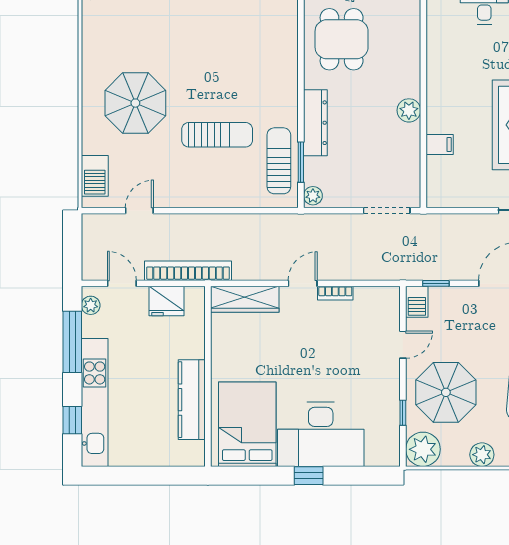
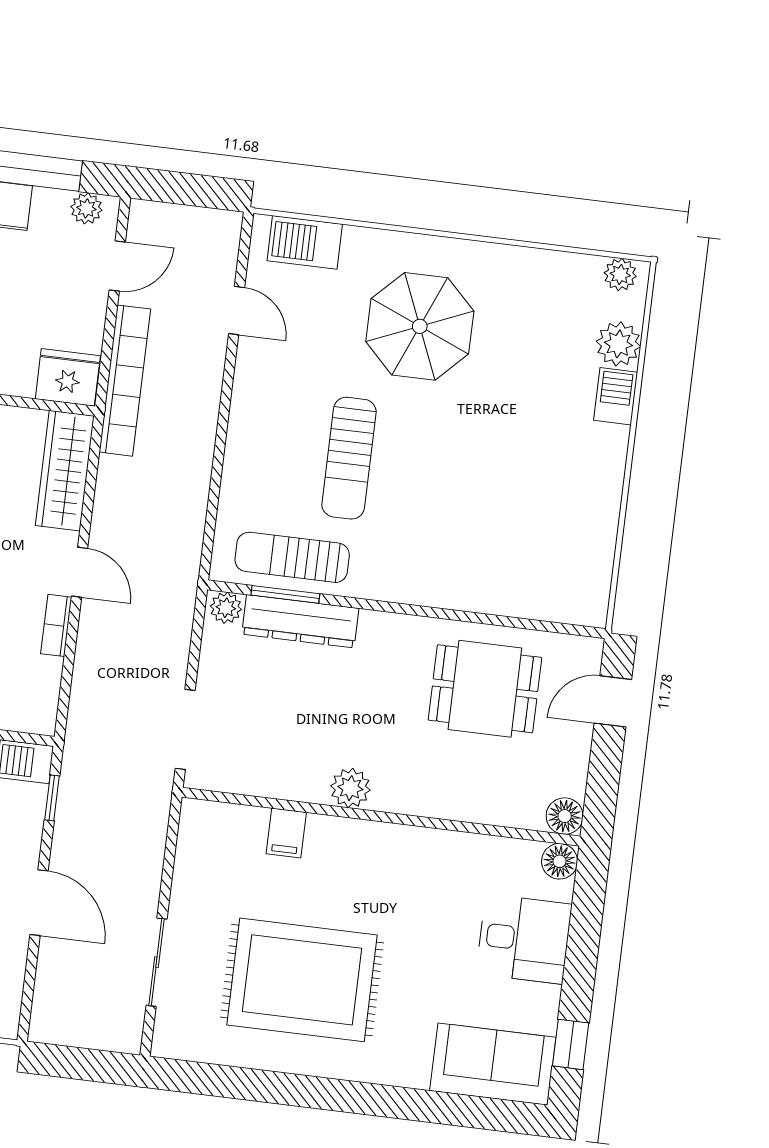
dresser: (315, 123) -> (300, 621), moved
sun lounger: (279, 161) -> (292, 557), turned 180
fridge: (167, 301) -> (68, 377), moved, turned 90

